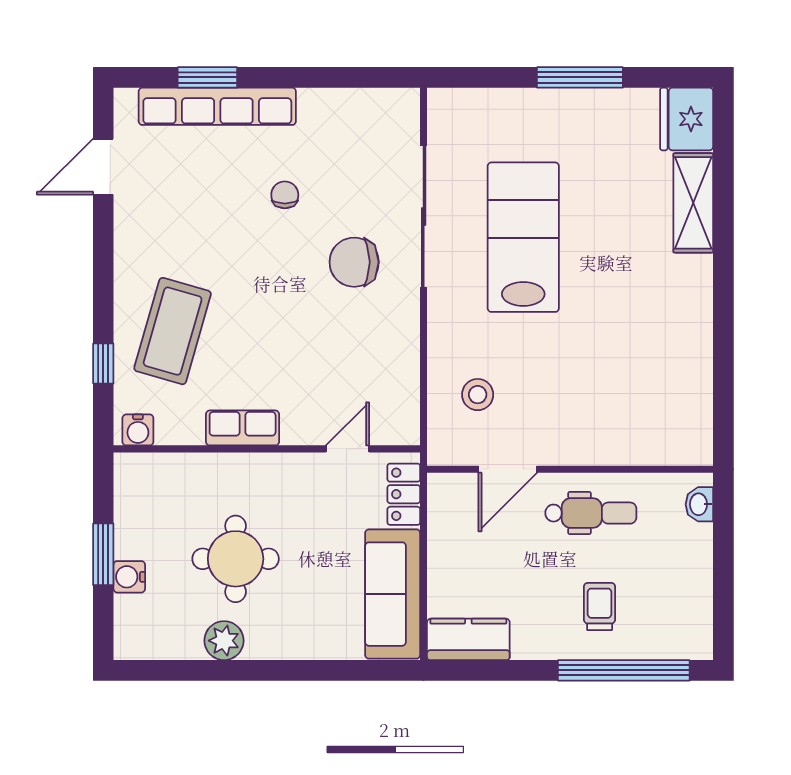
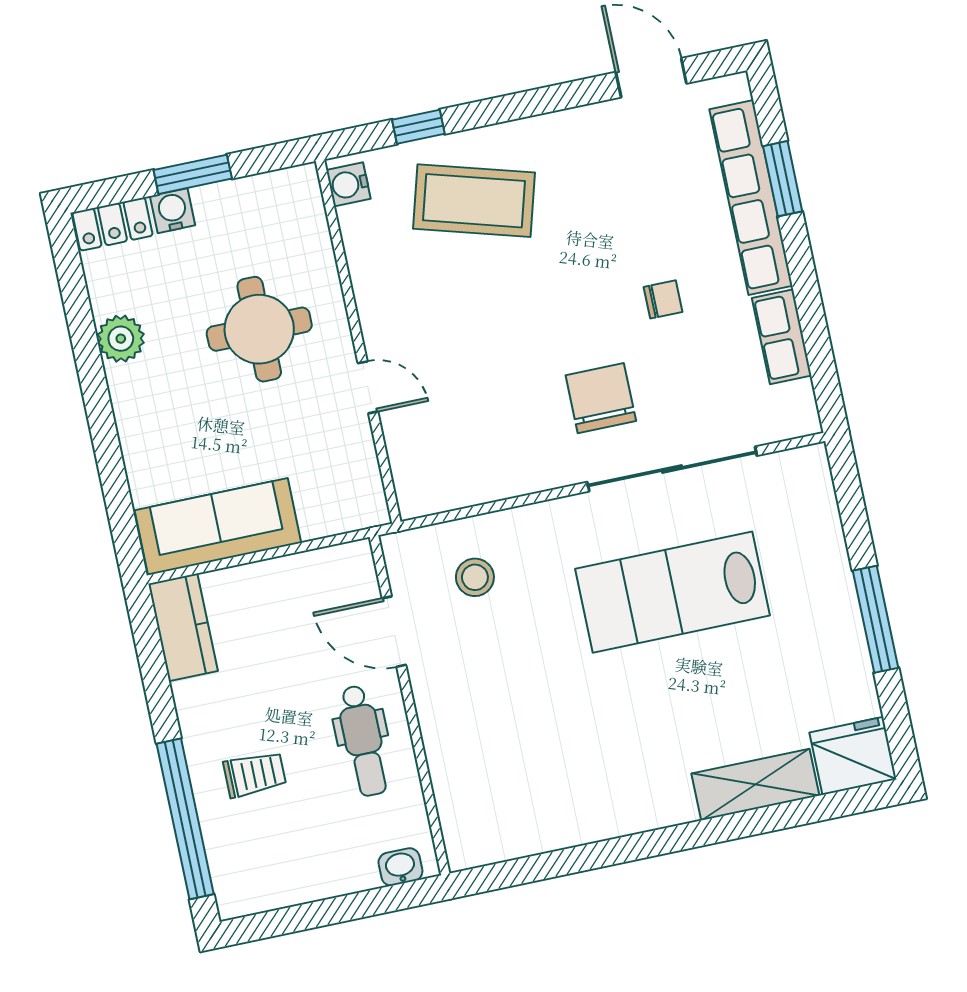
lab bench: (523, 237) -> (672, 592), turned 180
row of seats: (243, 428) -> (782, 337), moved, turned 180
door: (348, 449) -> (368, 387), moved
locker: (404, 494) -> (113, 224), moved, turned 180
round table: (236, 559) -> (259, 329), moved

